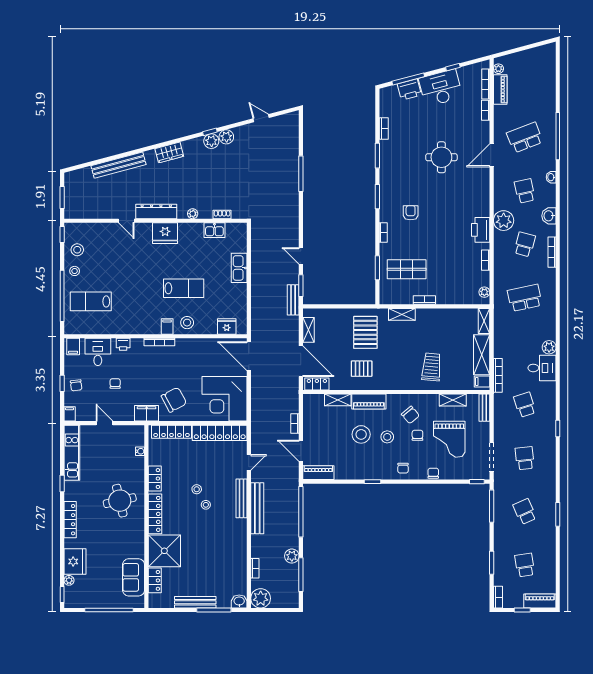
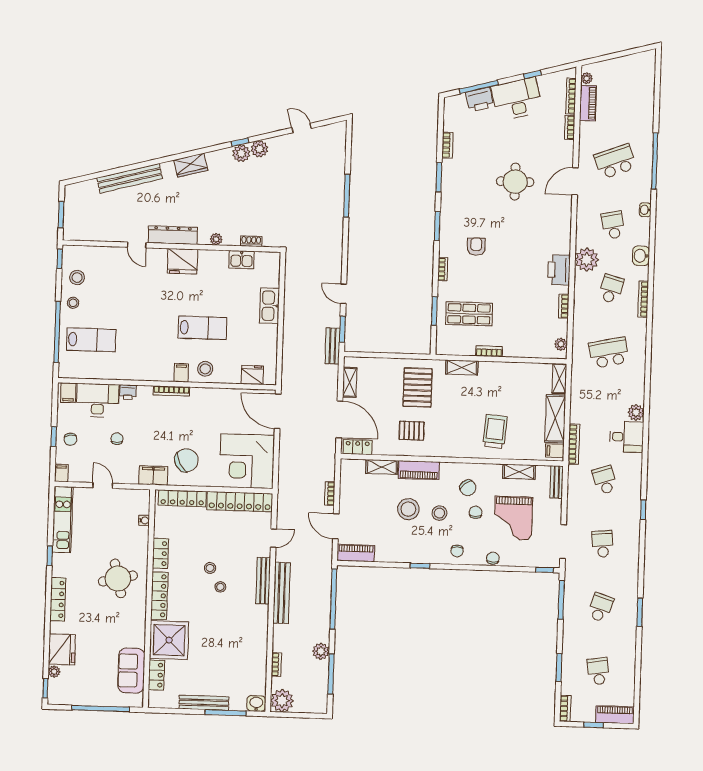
lab bench: (91, 301) -> (91, 340), turned 180
desk: (98, 352) -> (98, 400), width x1.37
school desk: (525, 512) -> (600, 608), turned 42

